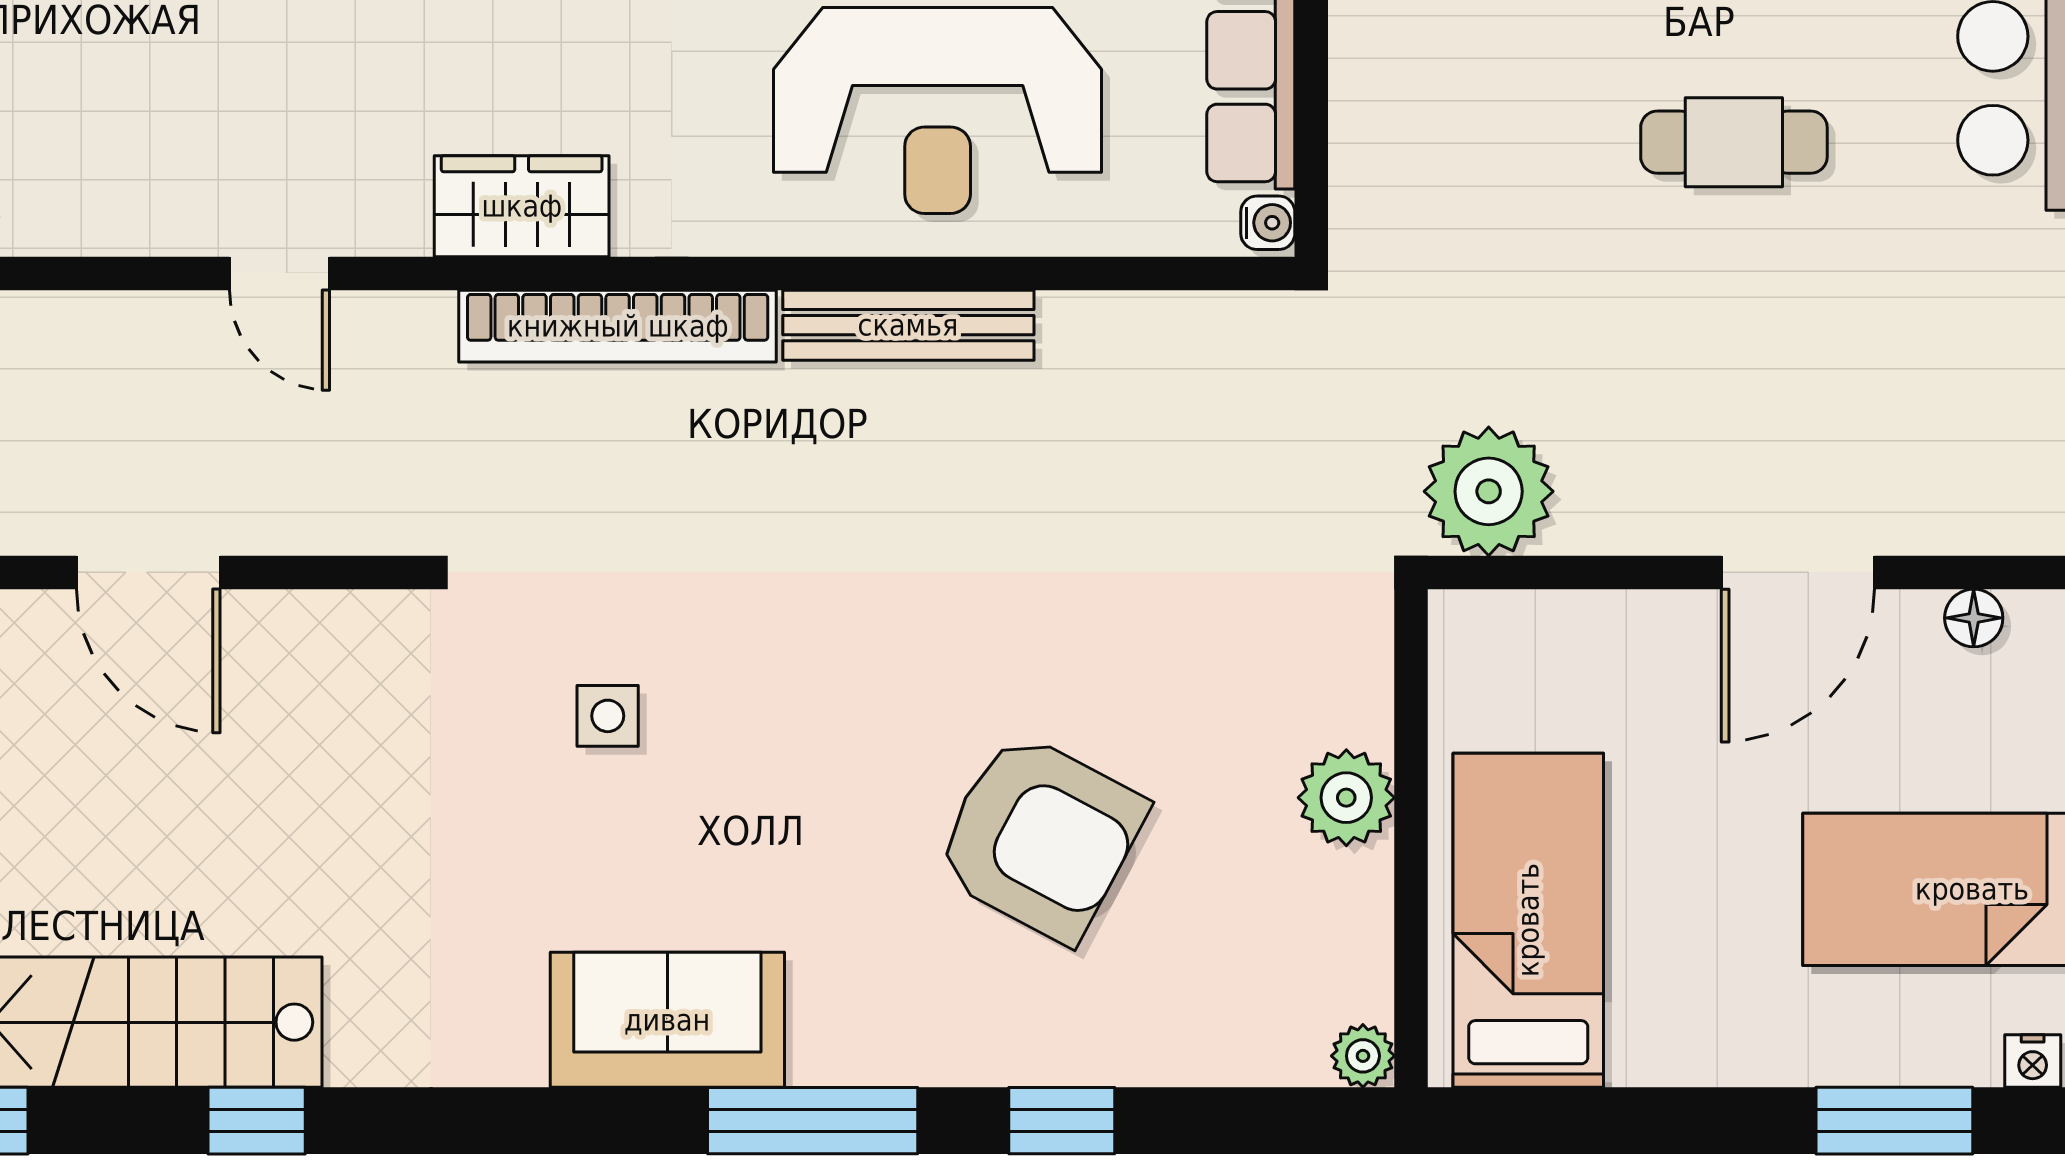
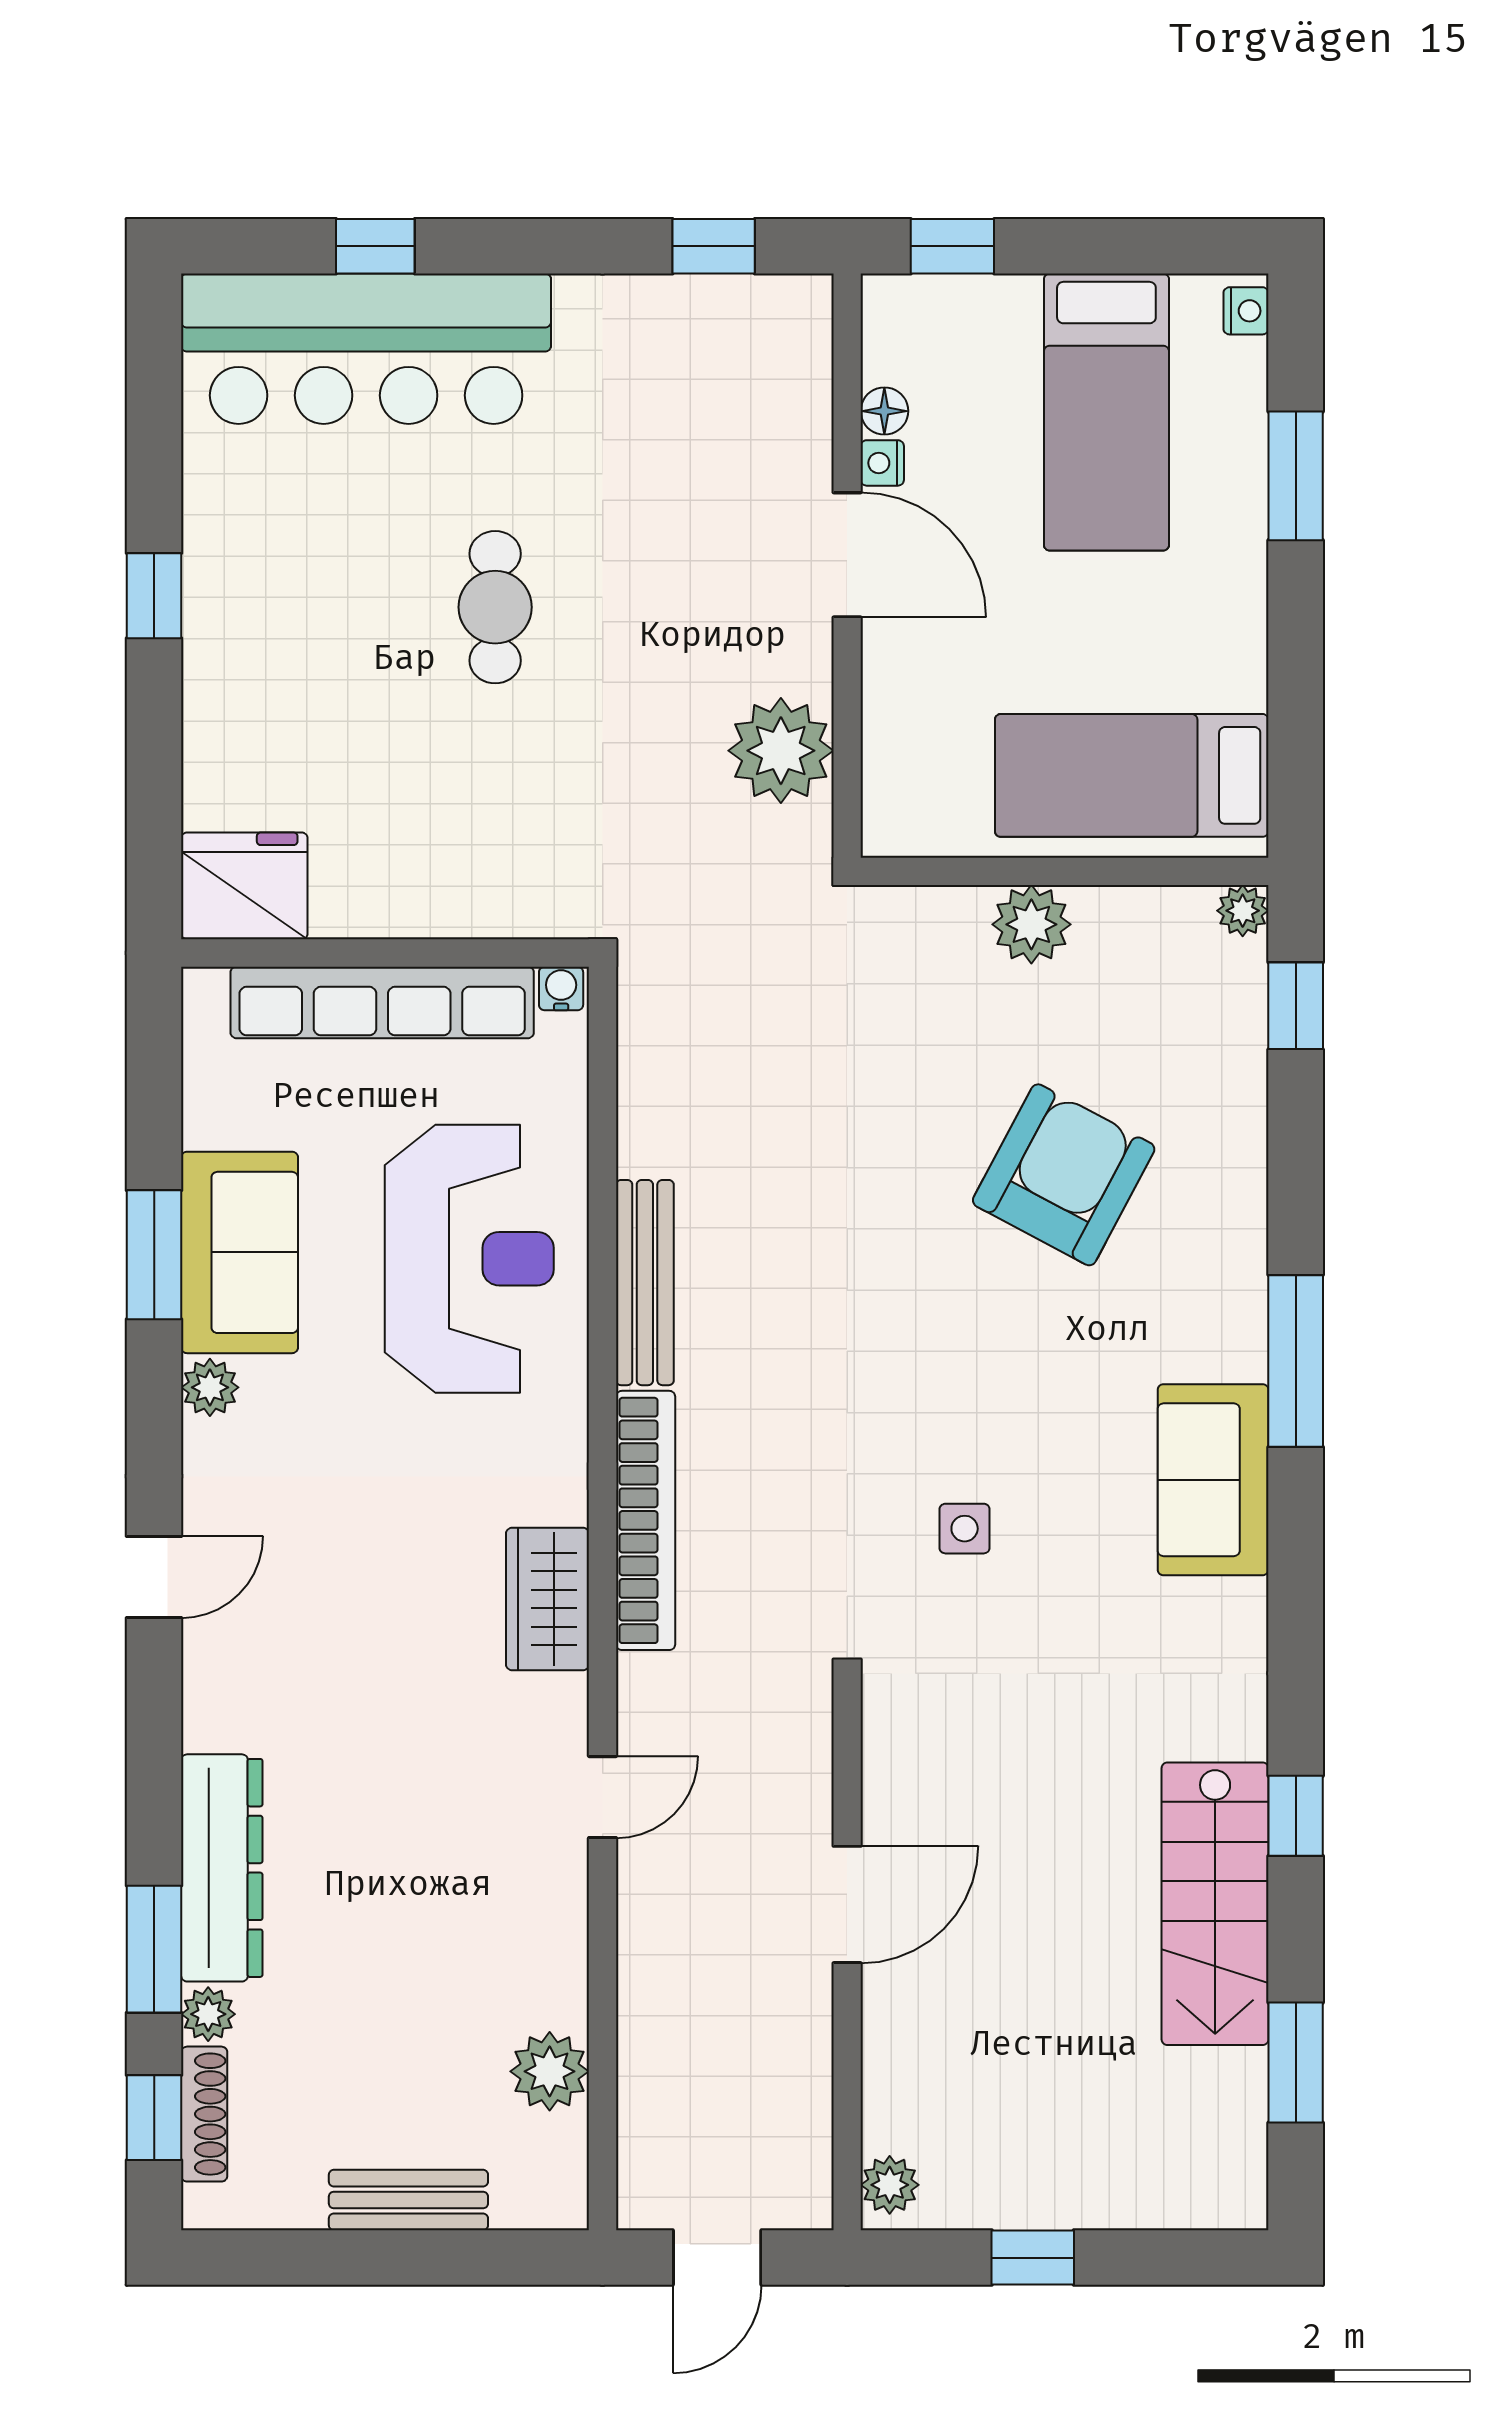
plant: (1489, 491) -> (781, 751), moved
nightstand: (2033, 1061) -> (882, 463), moved, turned 180
window: (1062, 1121) -> (1296, 1006), moved

